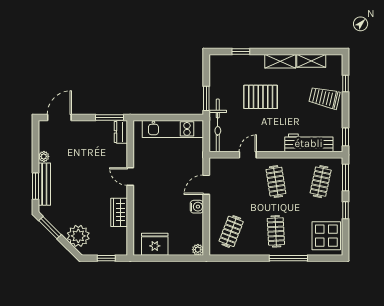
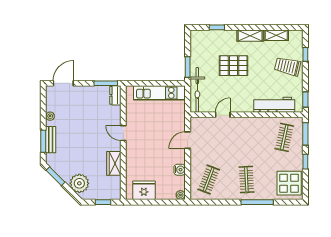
clothes rail: (276, 182) -> (246, 137), removed
bench: (44, 184) -> (51, 140), width x0.73
water cooler: (197, 207) -> (180, 170), moved

